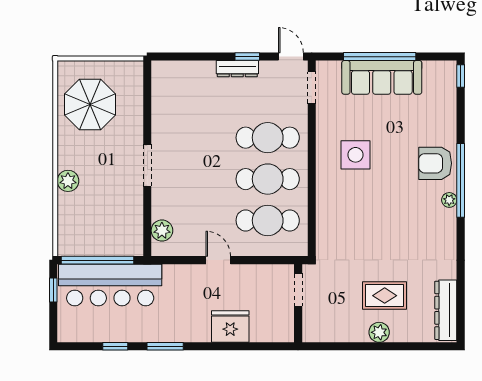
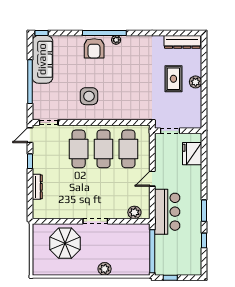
dresser: (237, 69) -> (37, 187), moved
sofa: (382, 77) -> (42, 59), moved
parasol: (90, 104) -> (65, 243), moved
bar counter: (110, 285) -> (167, 212), moved, width x0.73
fridge: (230, 327) -> (192, 154), moved

